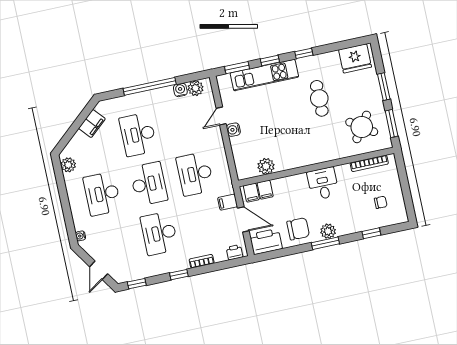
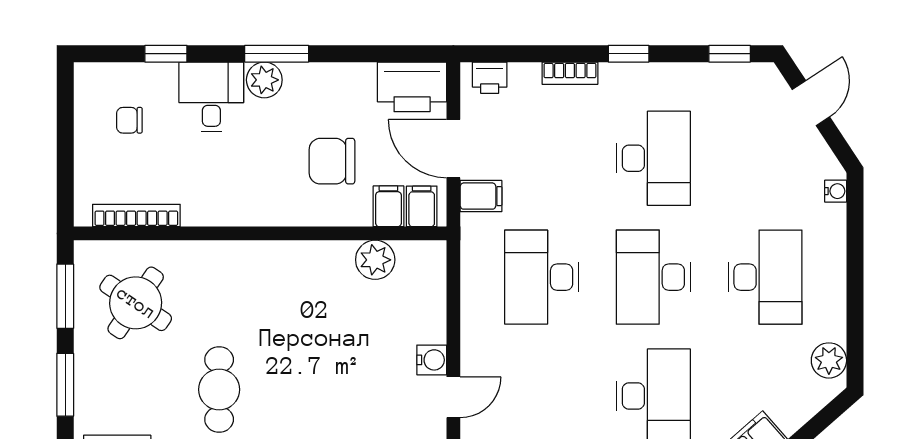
desk: (195, 174) -> (542, 277), turned 180
desk: (323, 184) -> (211, 97), moved, turned 180
chair: (298, 229) -> (332, 161), moved

